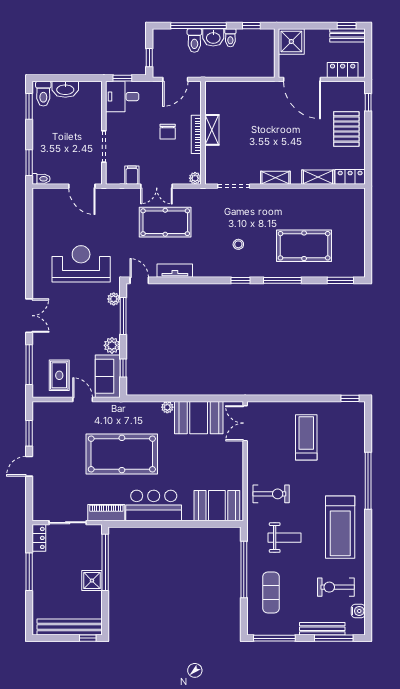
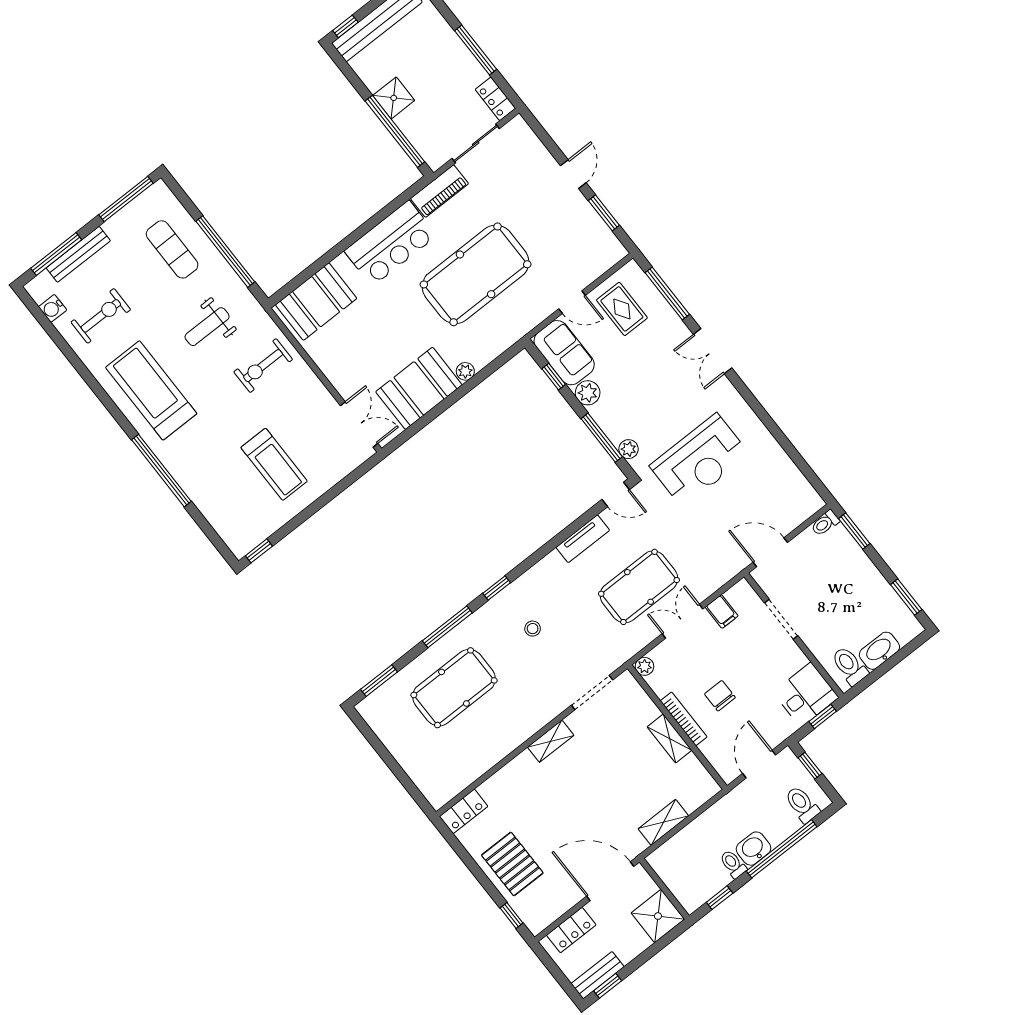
toilet: (194, 41) -> (802, 804), moved
toilet: (43, 94) -> (850, 666), moved
shelving: (318, 177) -> (663, 822), moved

